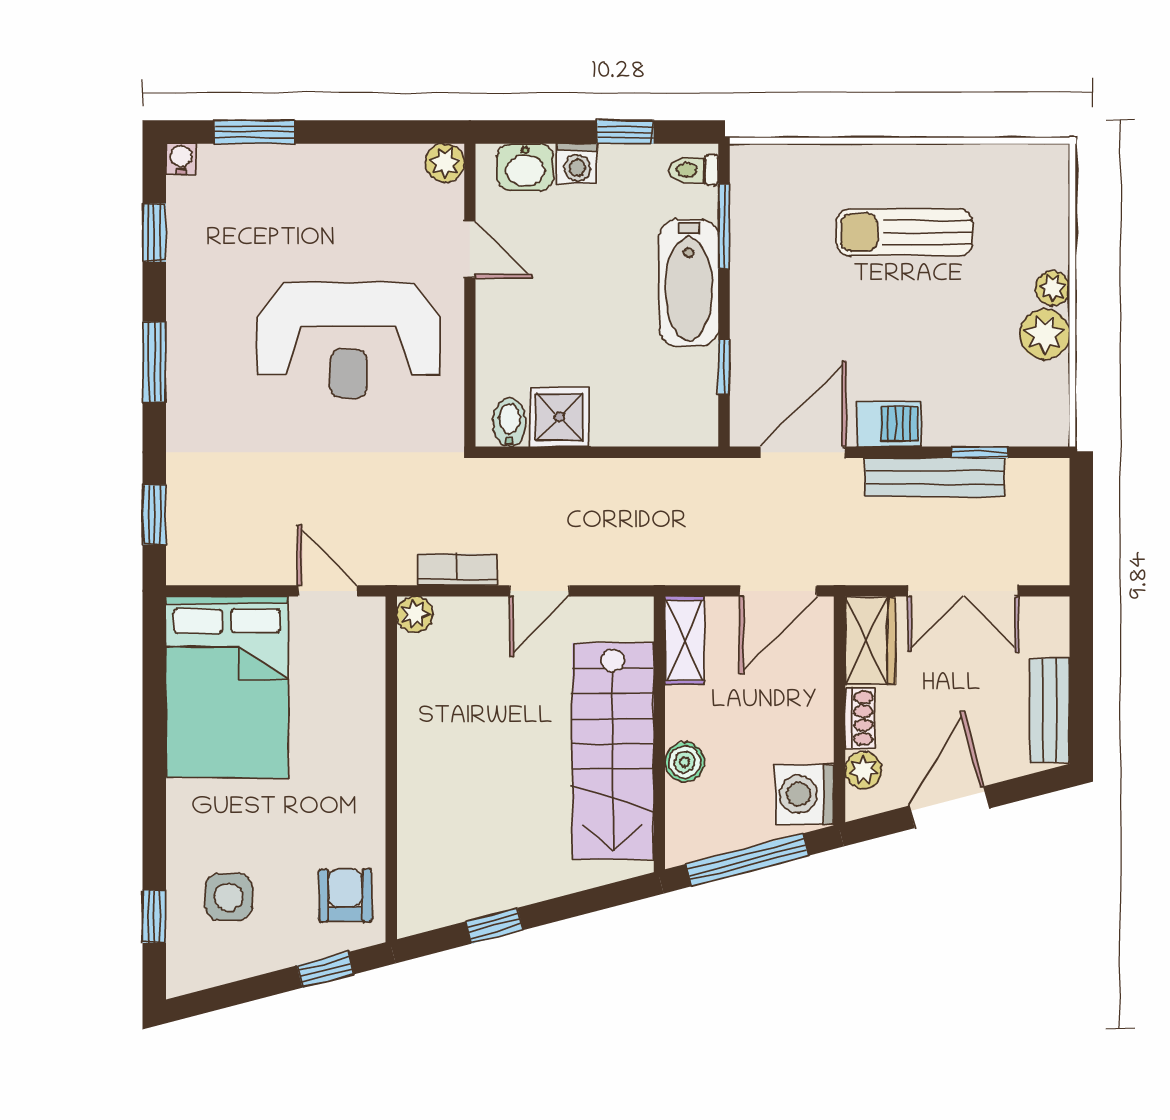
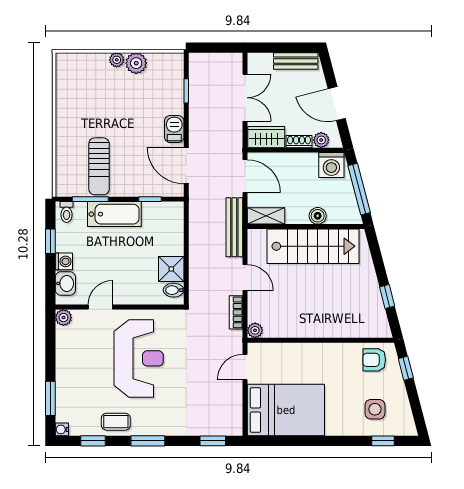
sun lounger: (905, 232) -> (99, 166), moved
coffee table: (199, 286) -> (116, 422), added
bench: (935, 477) -> (234, 227), moved

